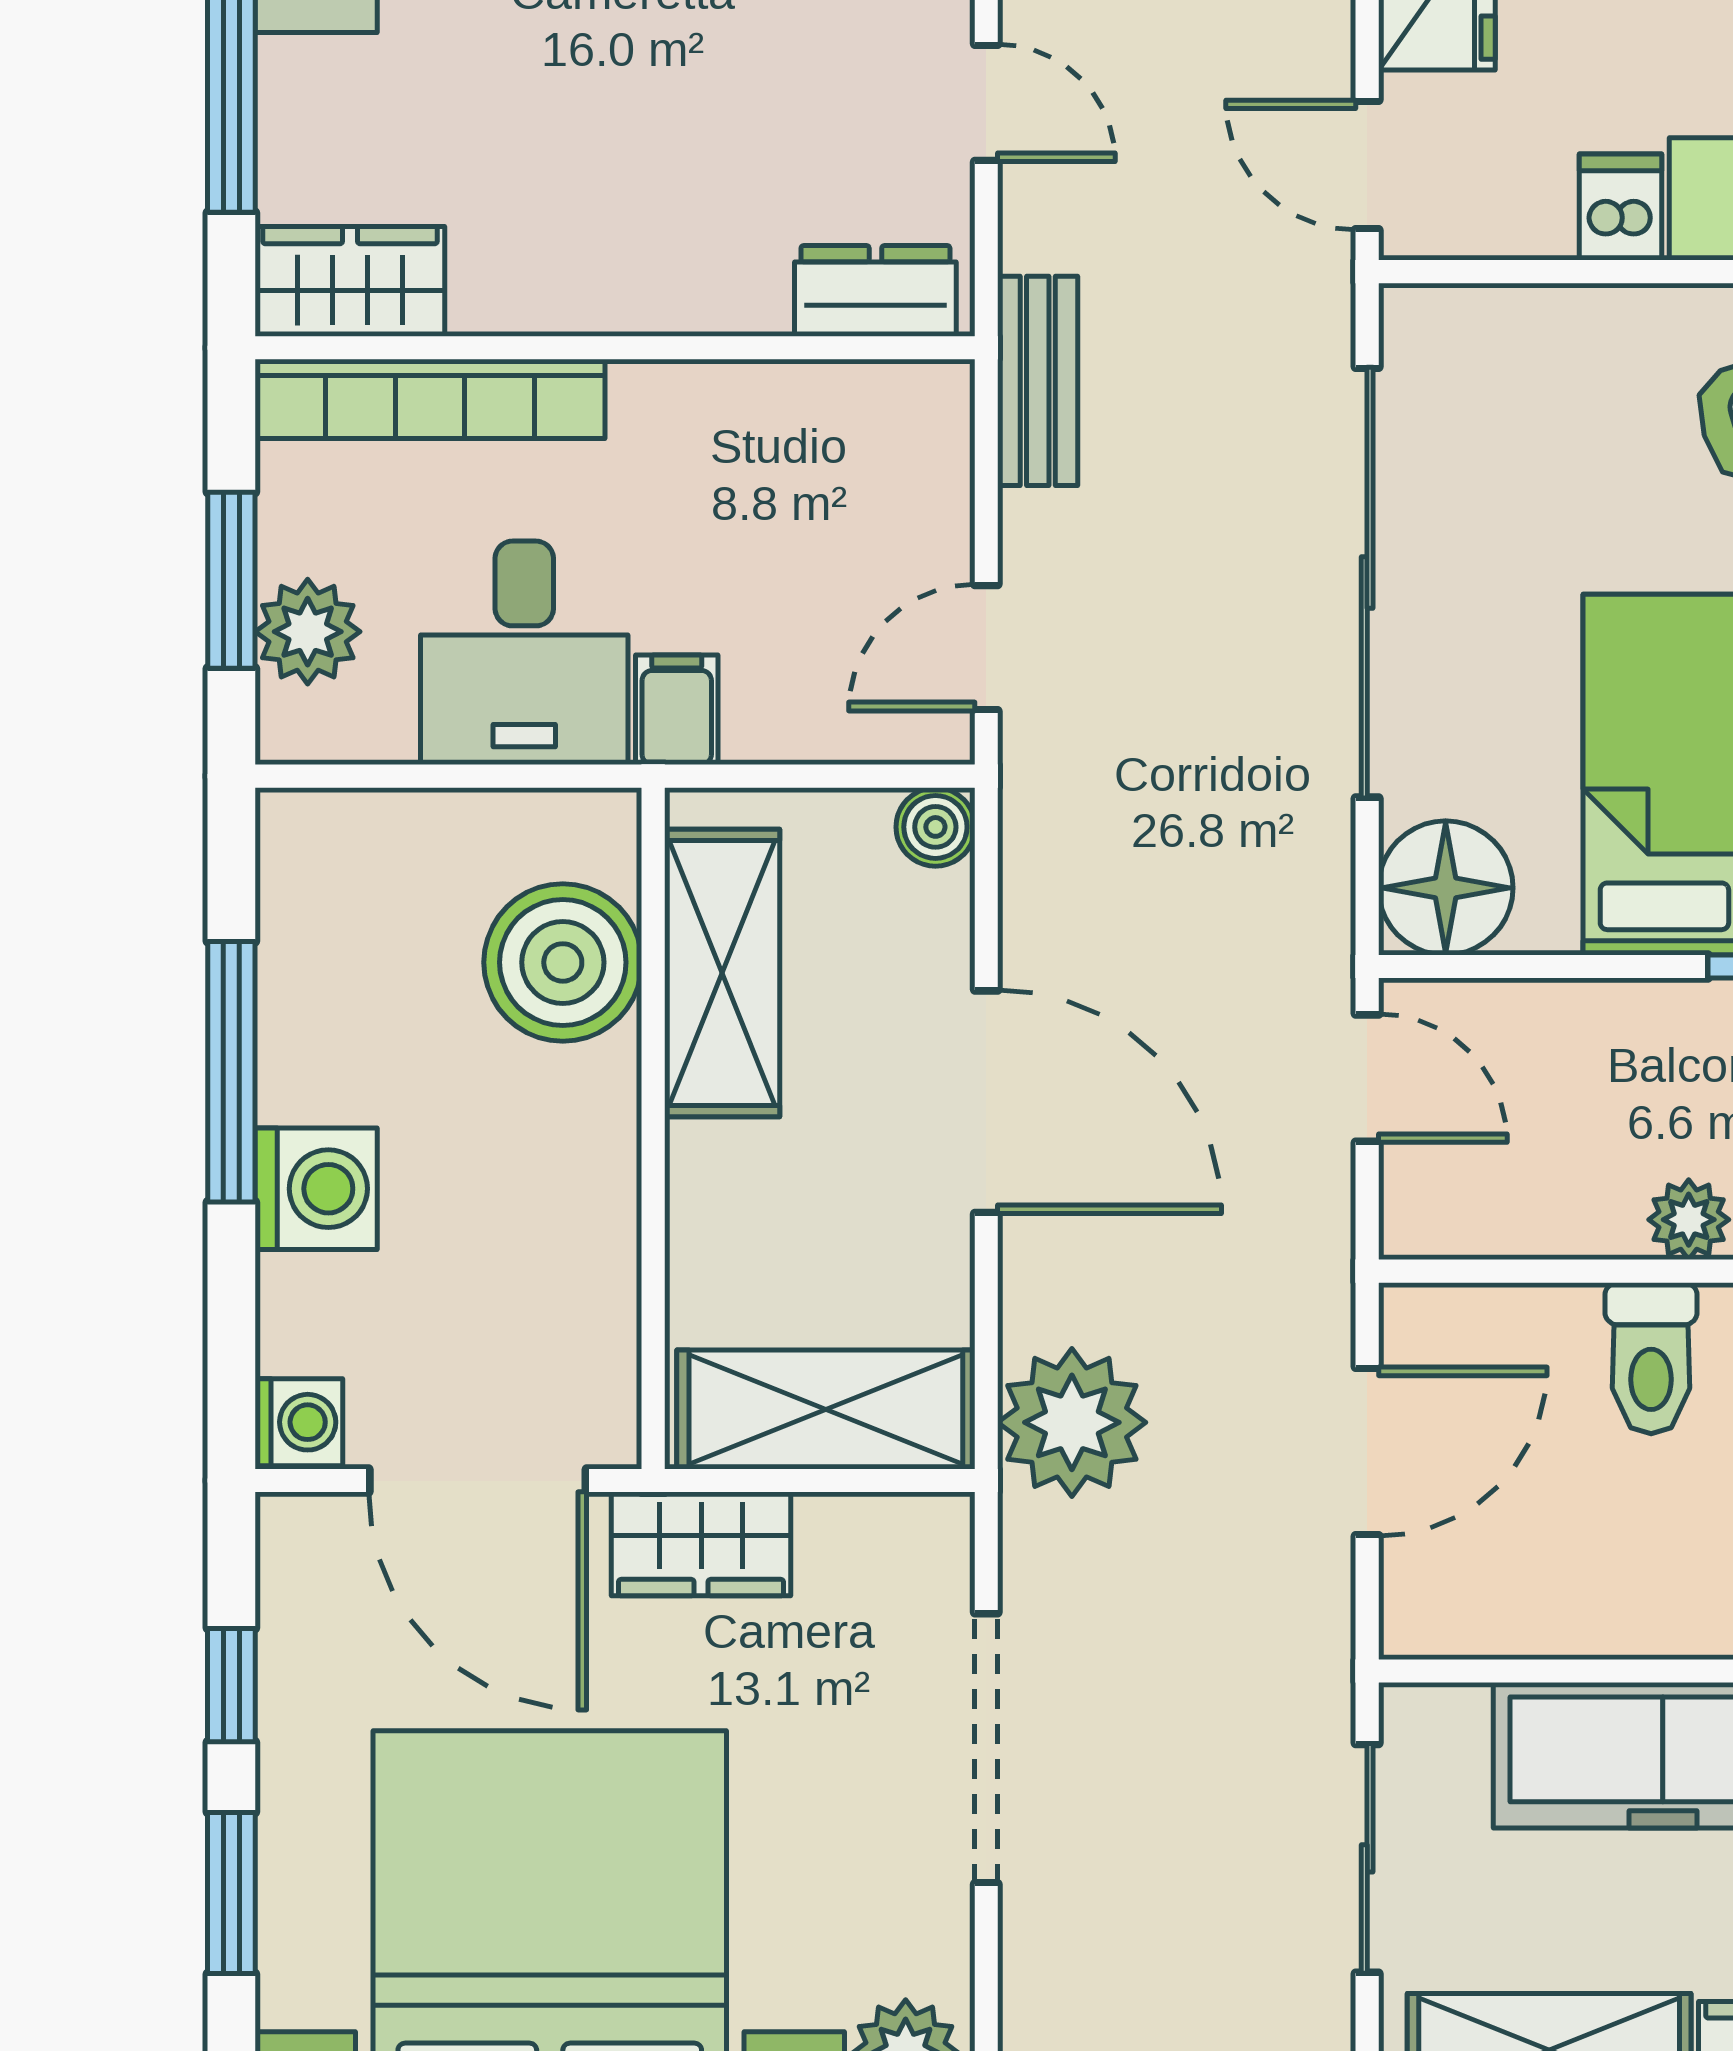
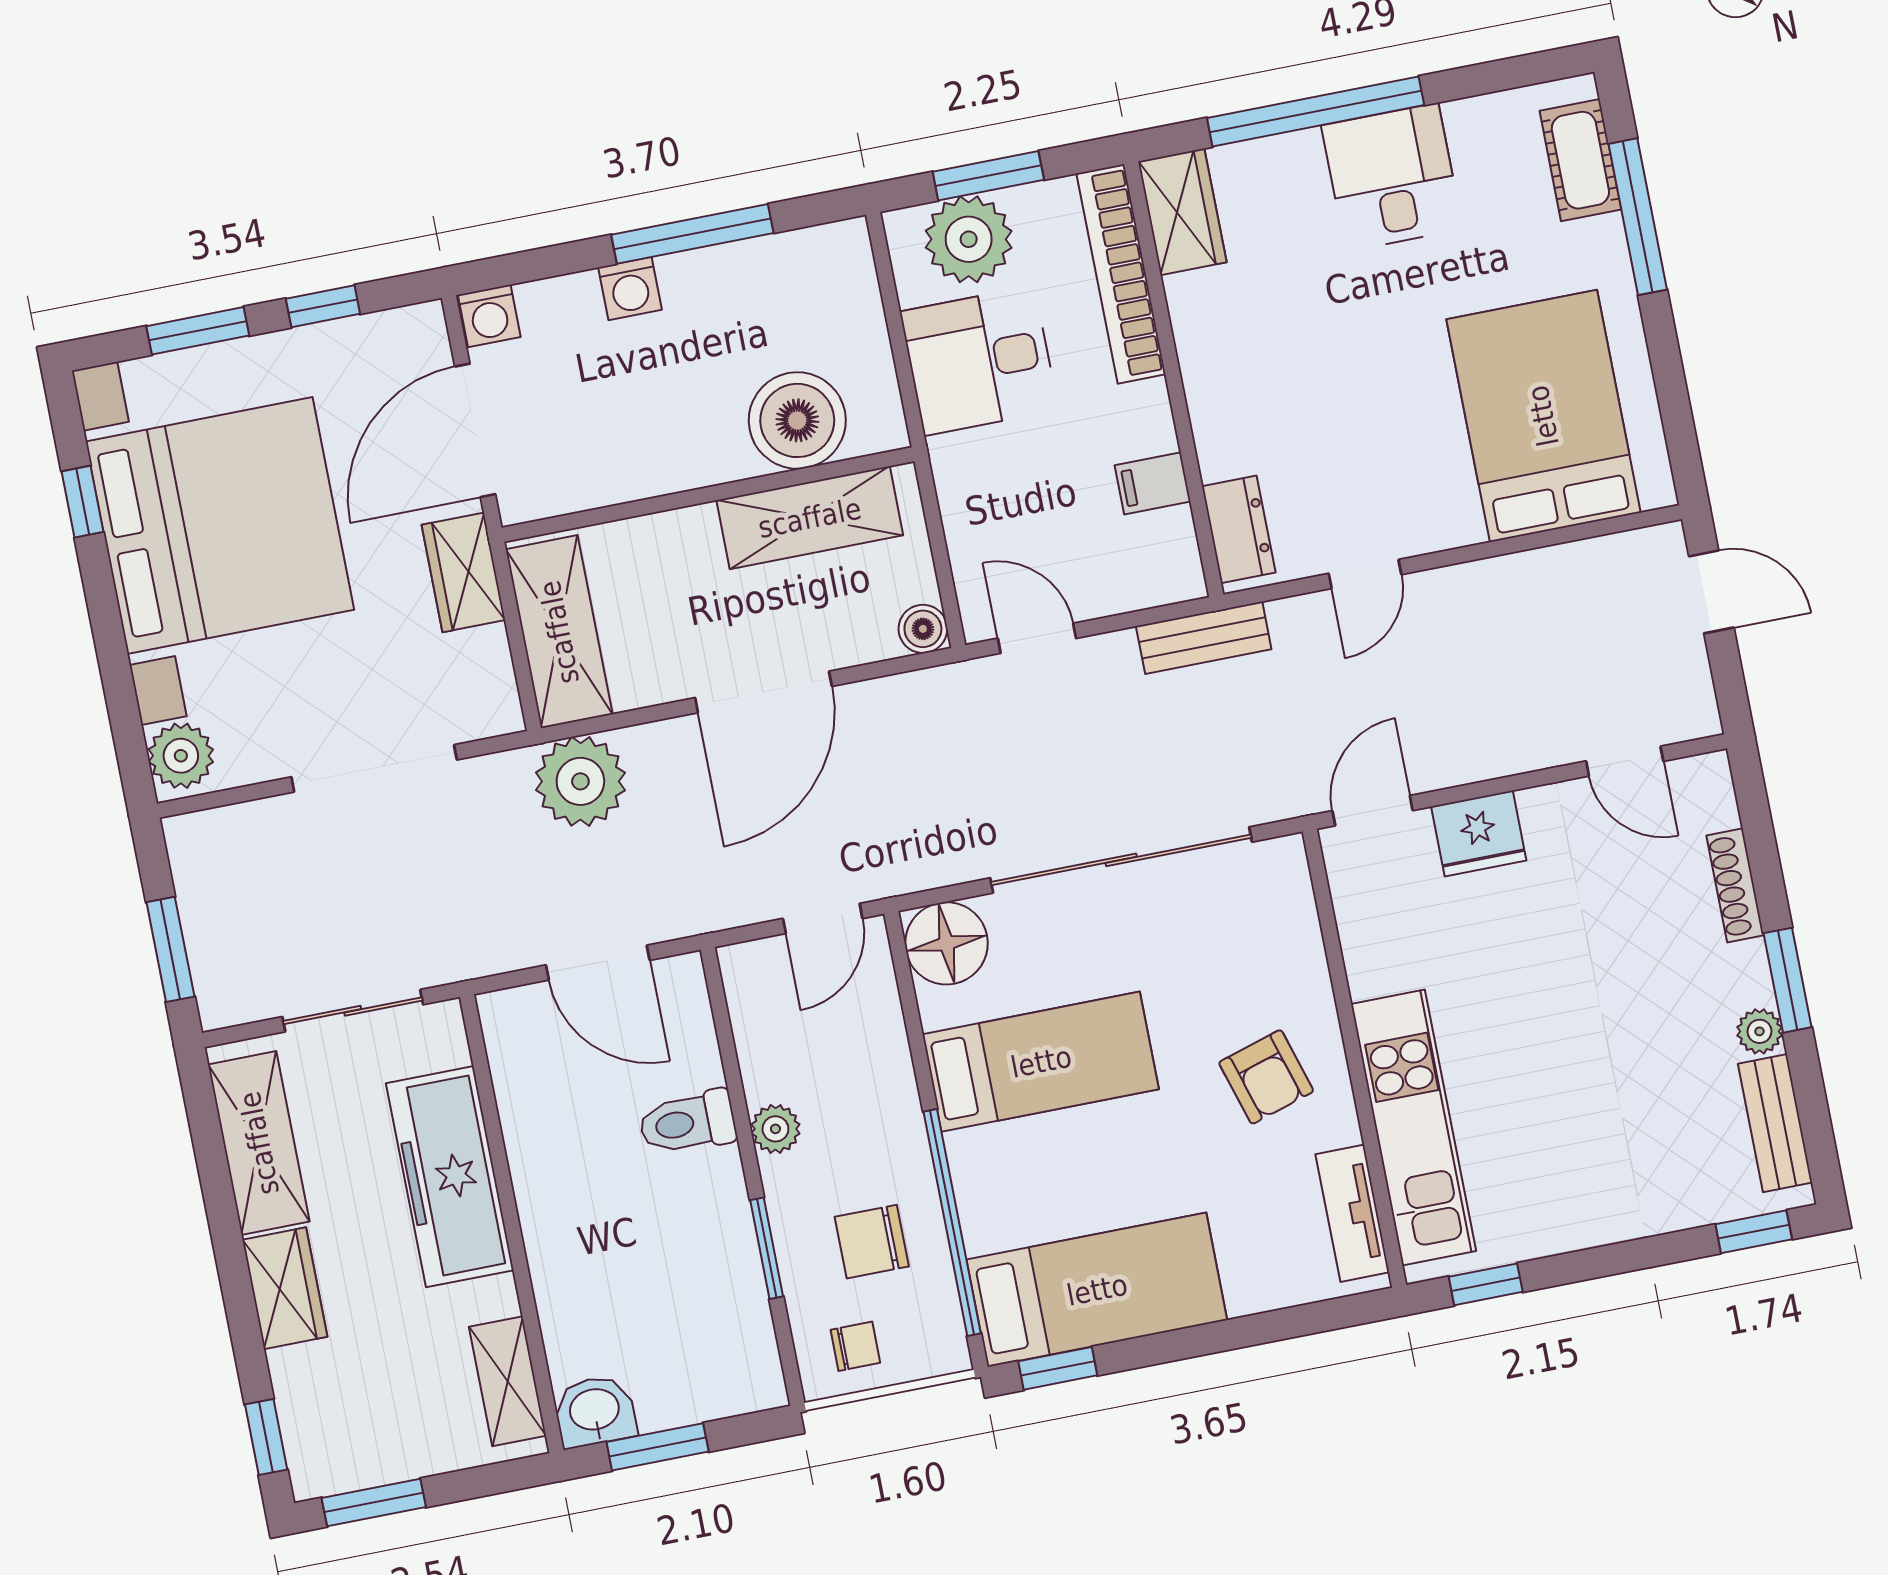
dishwasher: (1621, 207) -> (1377, 968), removed
plant: (308, 632) -> (969, 239), width x1.36, depth x1.36
filing cabinet: (677, 710) -> (1153, 483), moved, turned 180
washing machine: (316, 1189) -> (630, 289), width x0.73, depth x0.73

